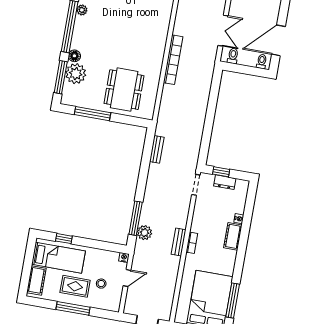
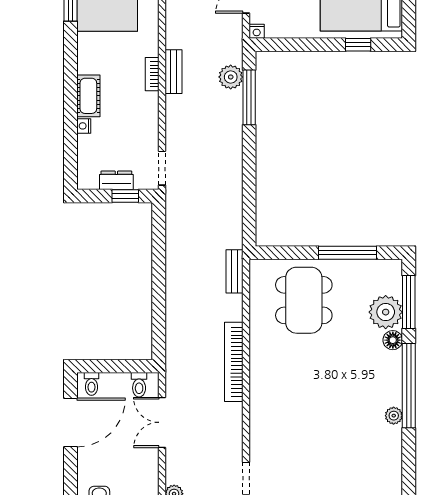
bench: (157, 149) -> (235, 271), moved

